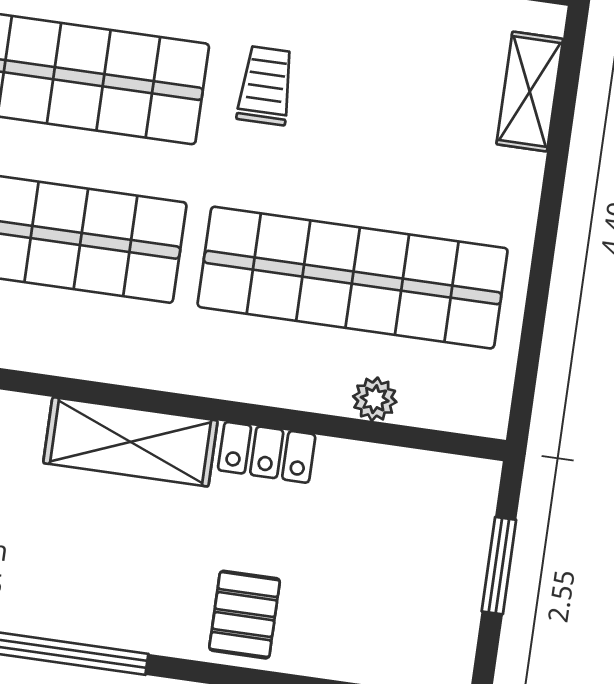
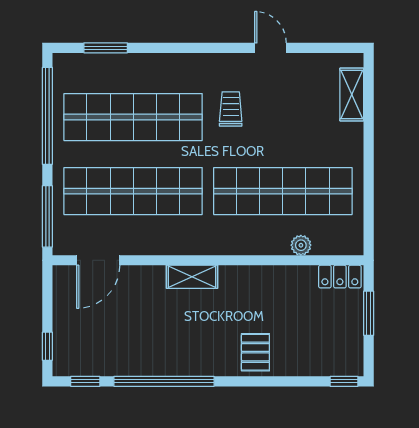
shelving: (130, 442) -> (192, 277), width x0.67, depth x0.75
locker: (267, 452) -> (340, 277), moved

